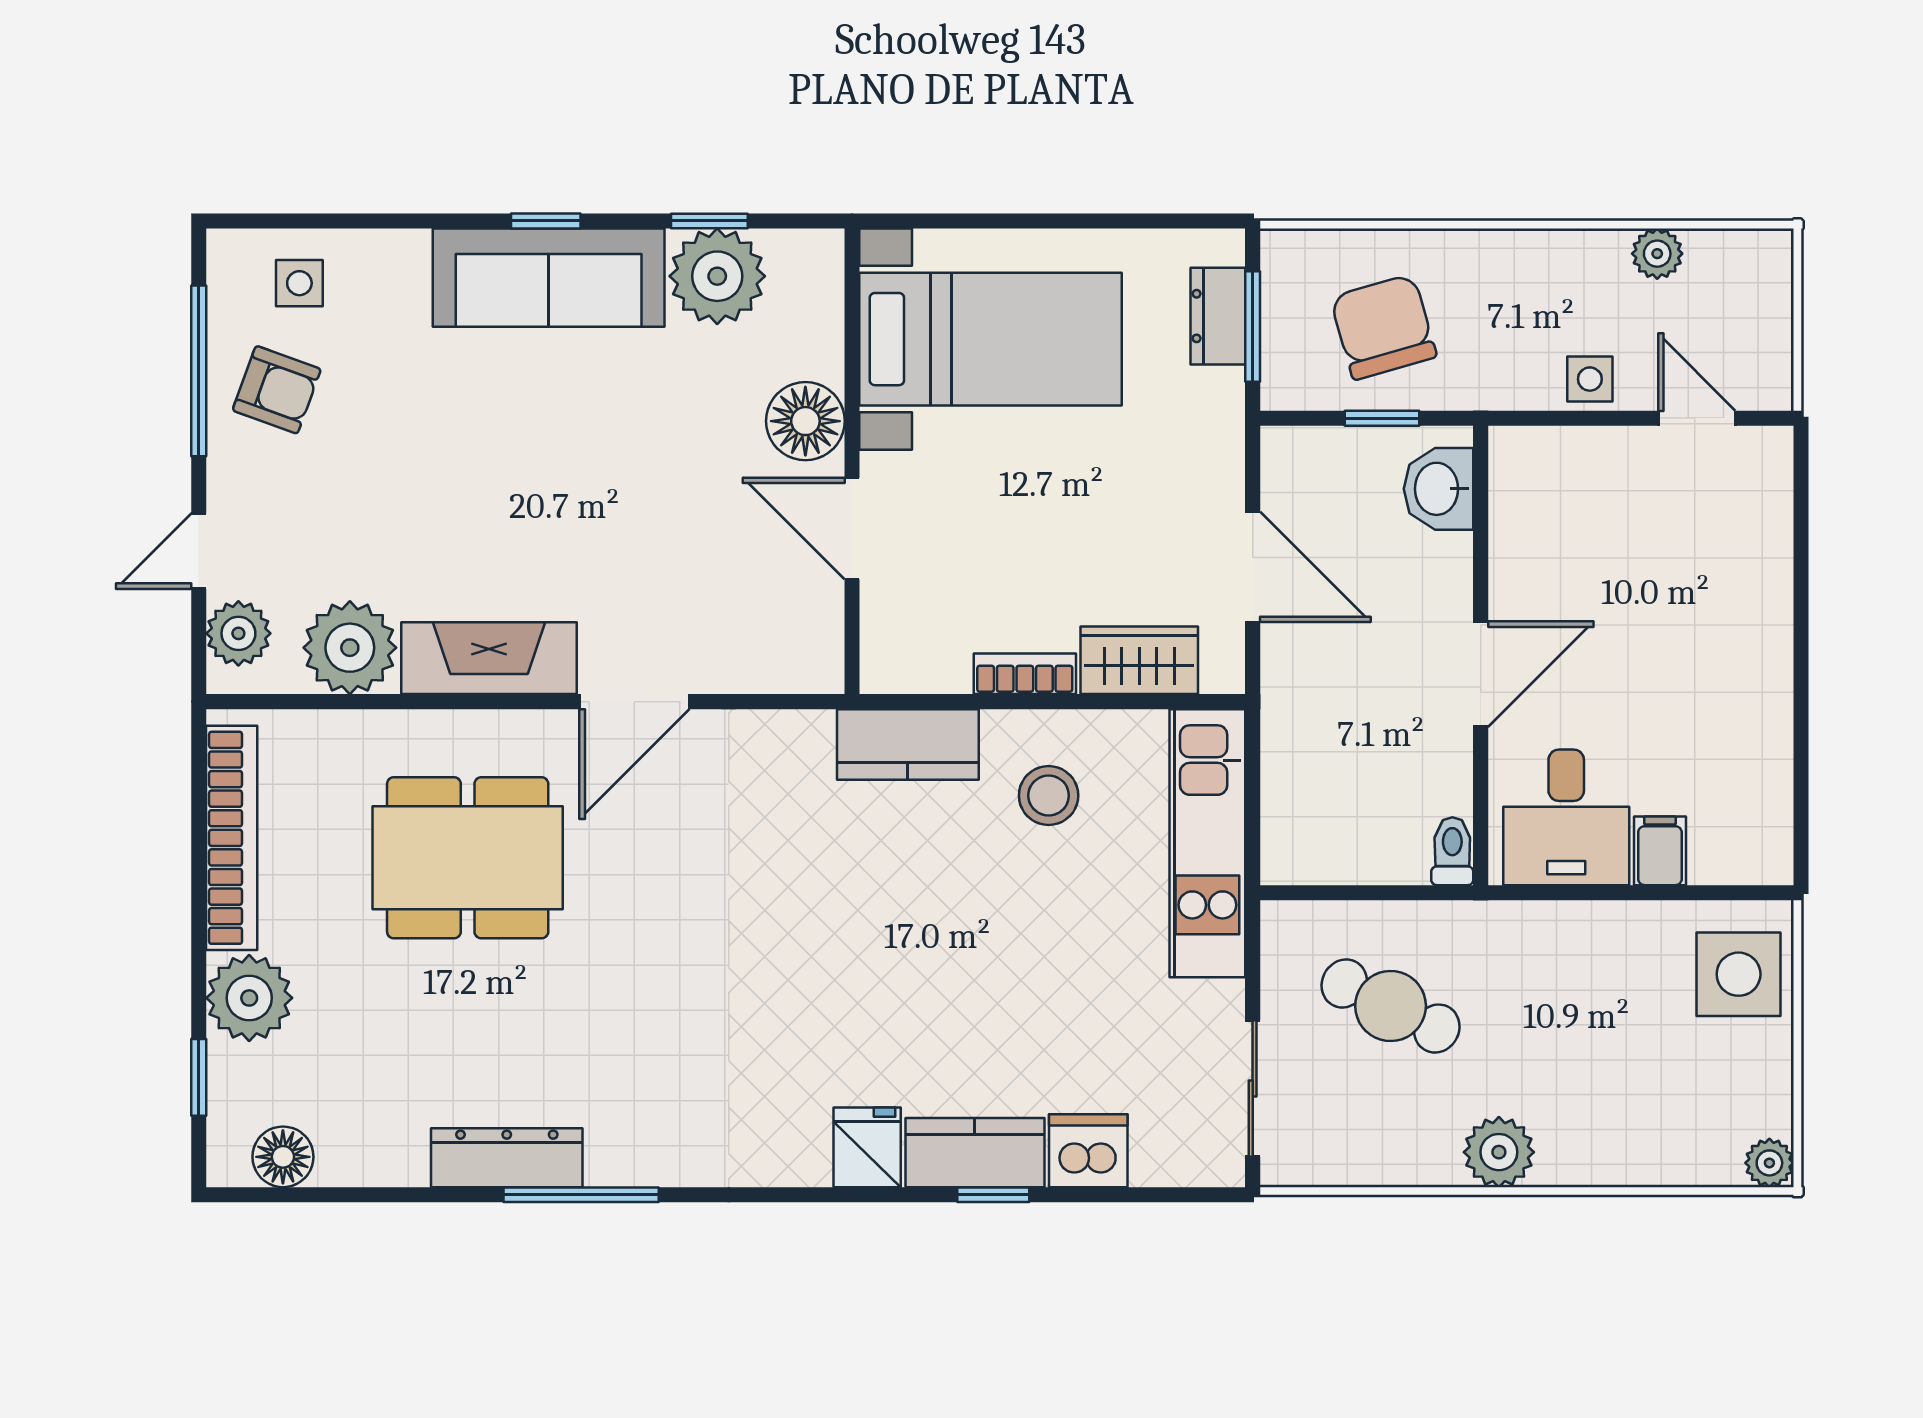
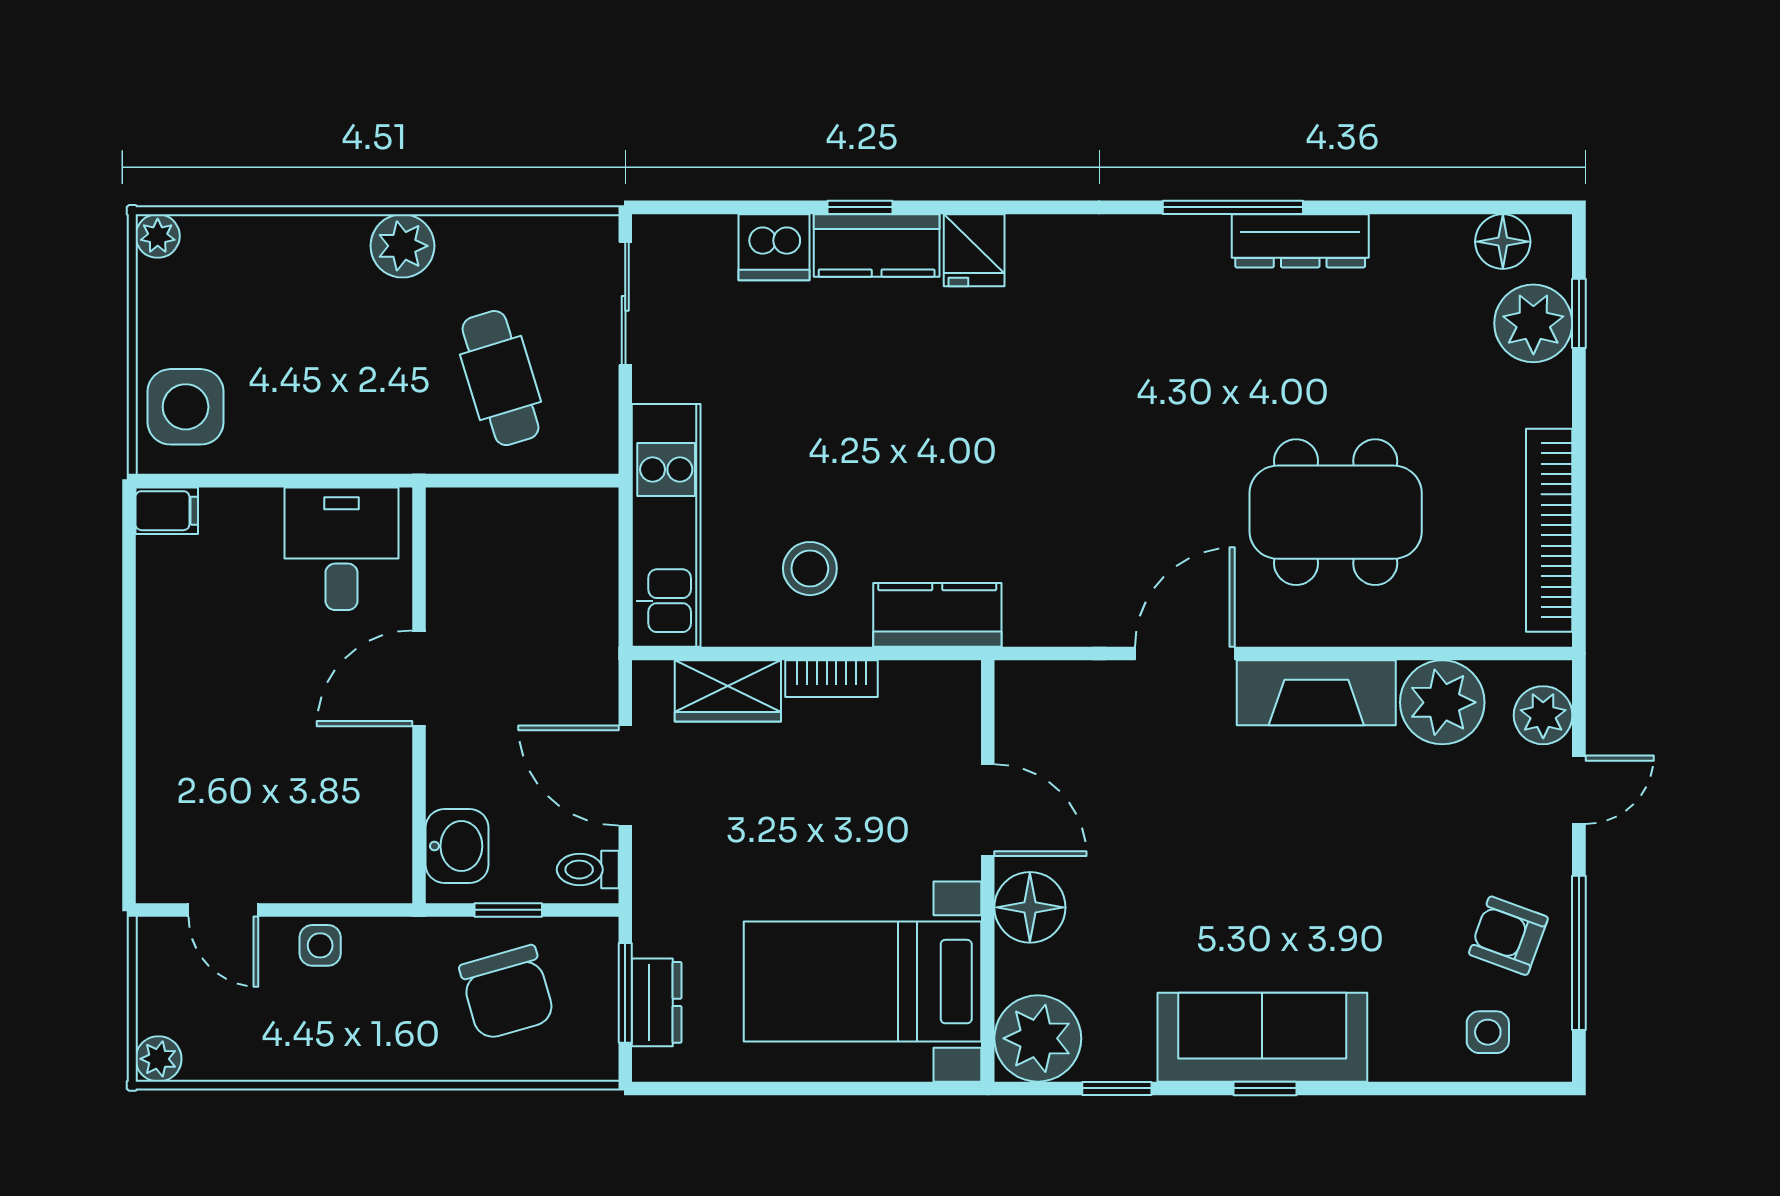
plant: (1657, 254) -> (159, 1059), moved
plant: (717, 276) -> (1038, 1038), moved
toilet: (1452, 851) -> (588, 870), moved, turned 90
filing cabinet: (1660, 851) -> (167, 511), moved, turned -90
plant: (249, 998) -> (1533, 323), moved
cafe table: (1391, 1006) -> (500, 378), turned 47

